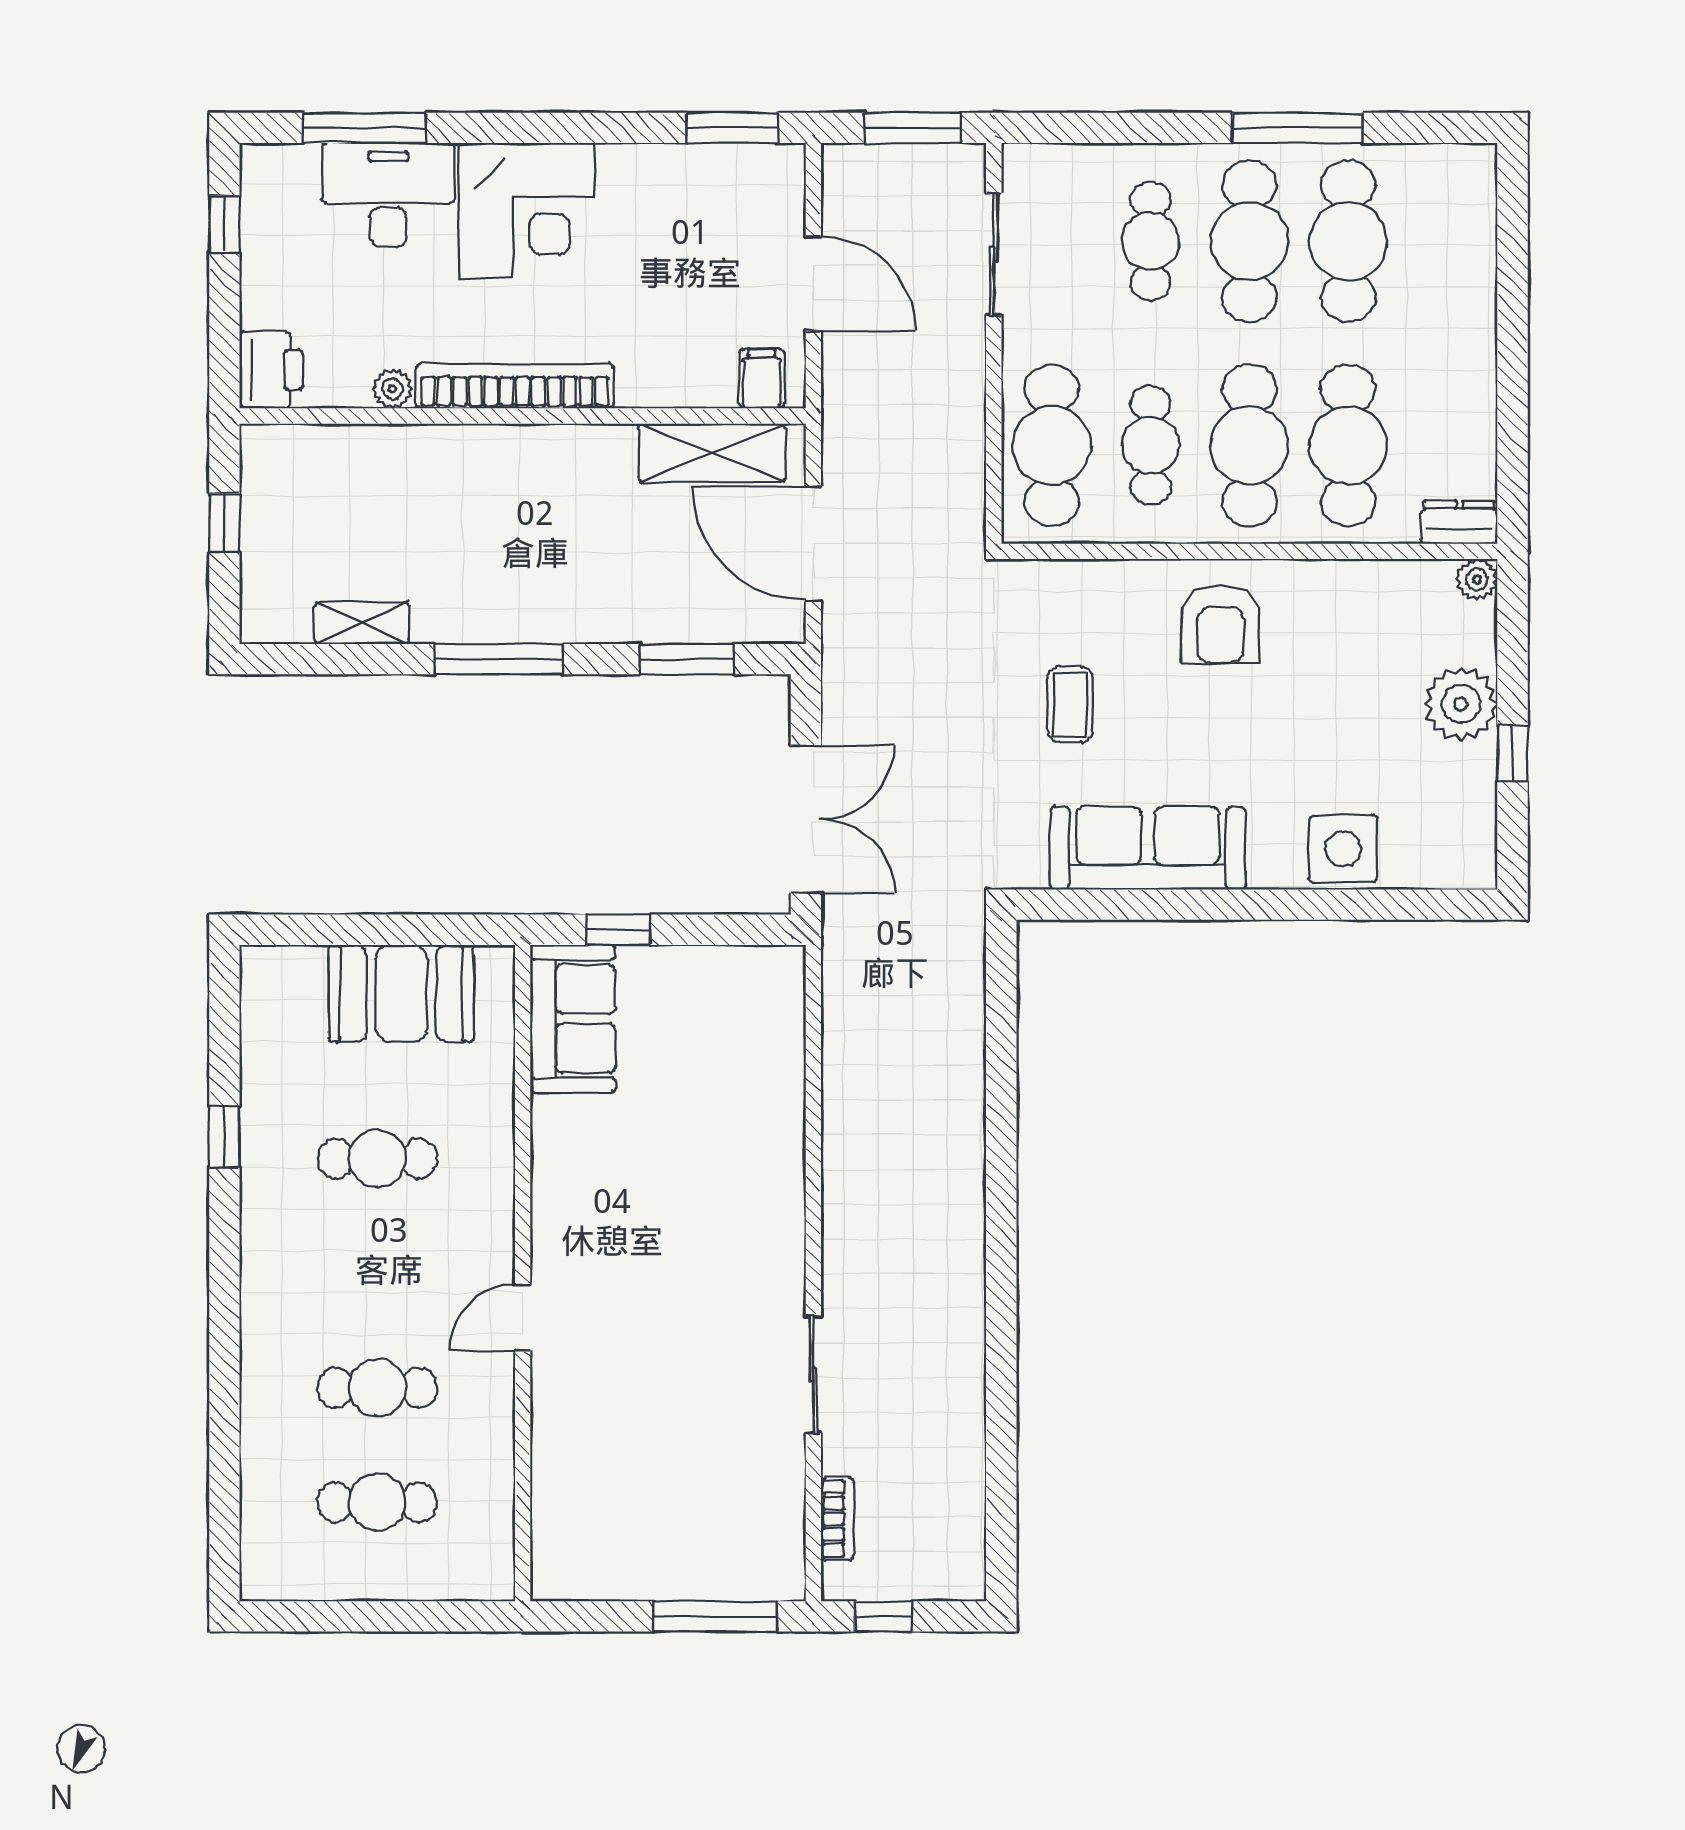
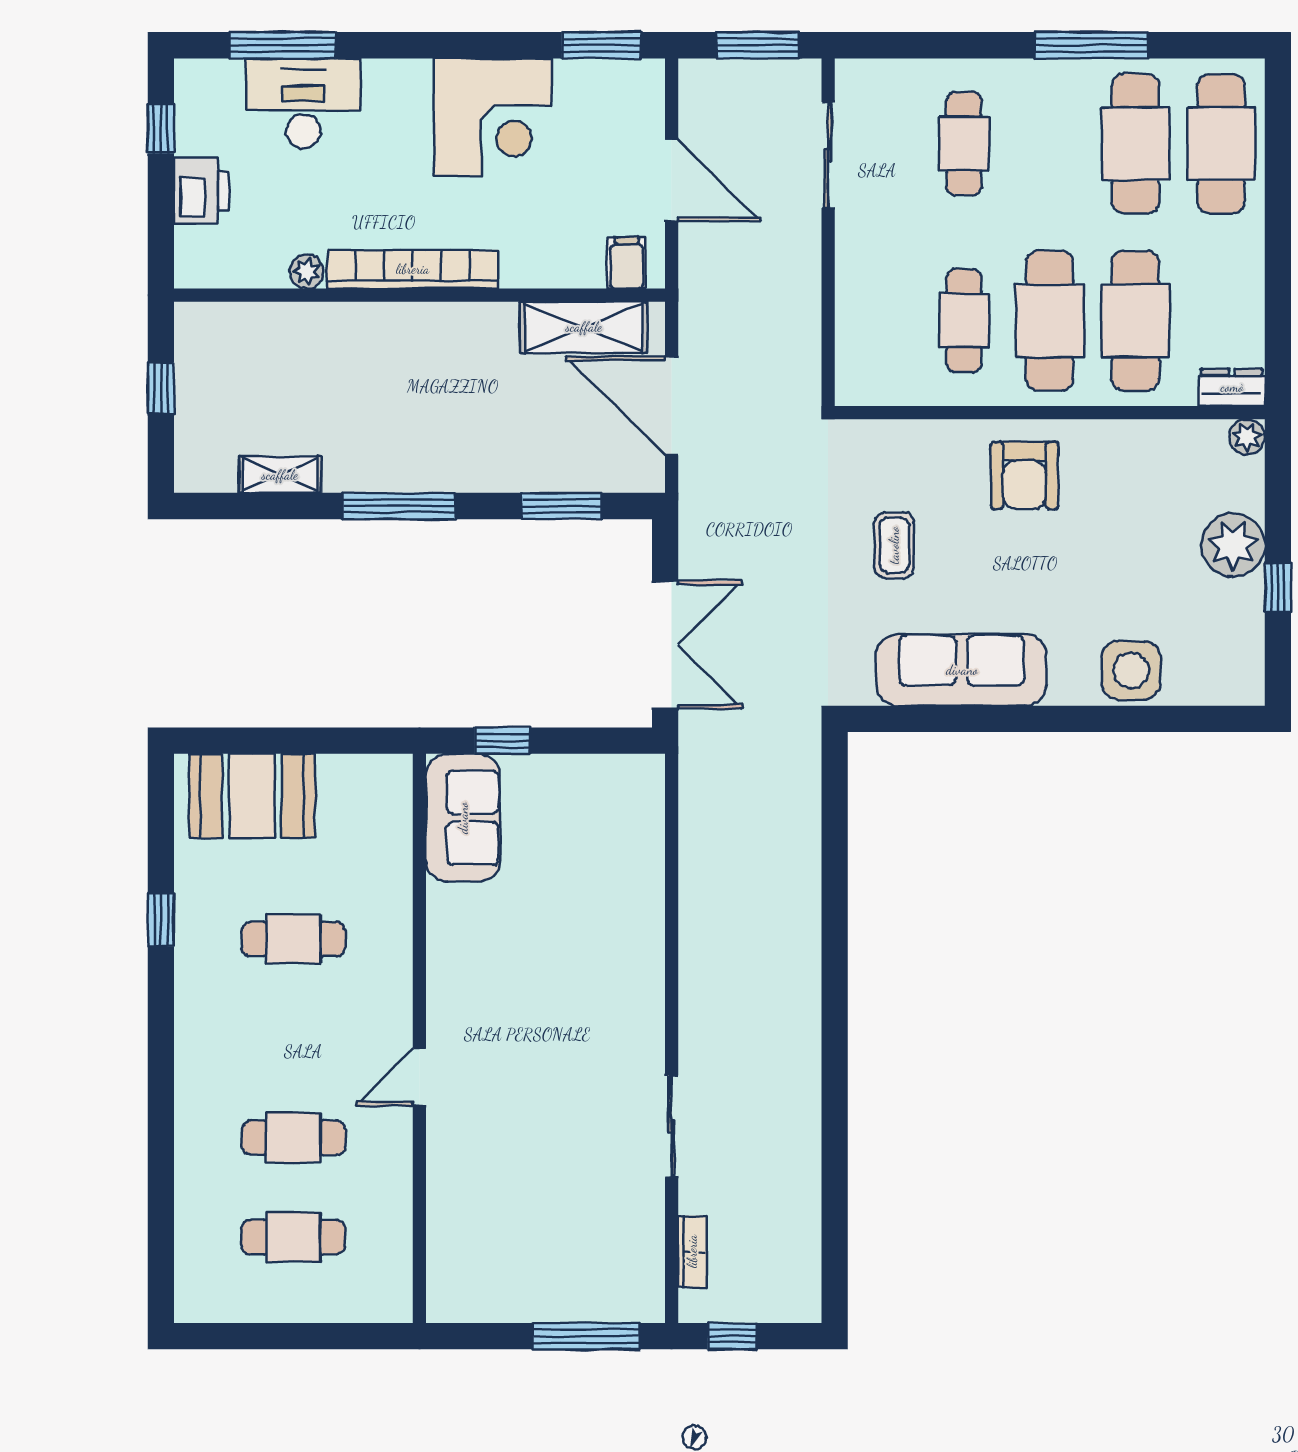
corner desk: (527, 211) -> (493, 117), moved
cafe table: (1249, 241) -> (1221, 144), moved
printer: (271, 370) -> (202, 191), moved
cafe table: (1052, 445) -> (878, 321), removed
booth: (401, 993) -> (252, 796), moved

